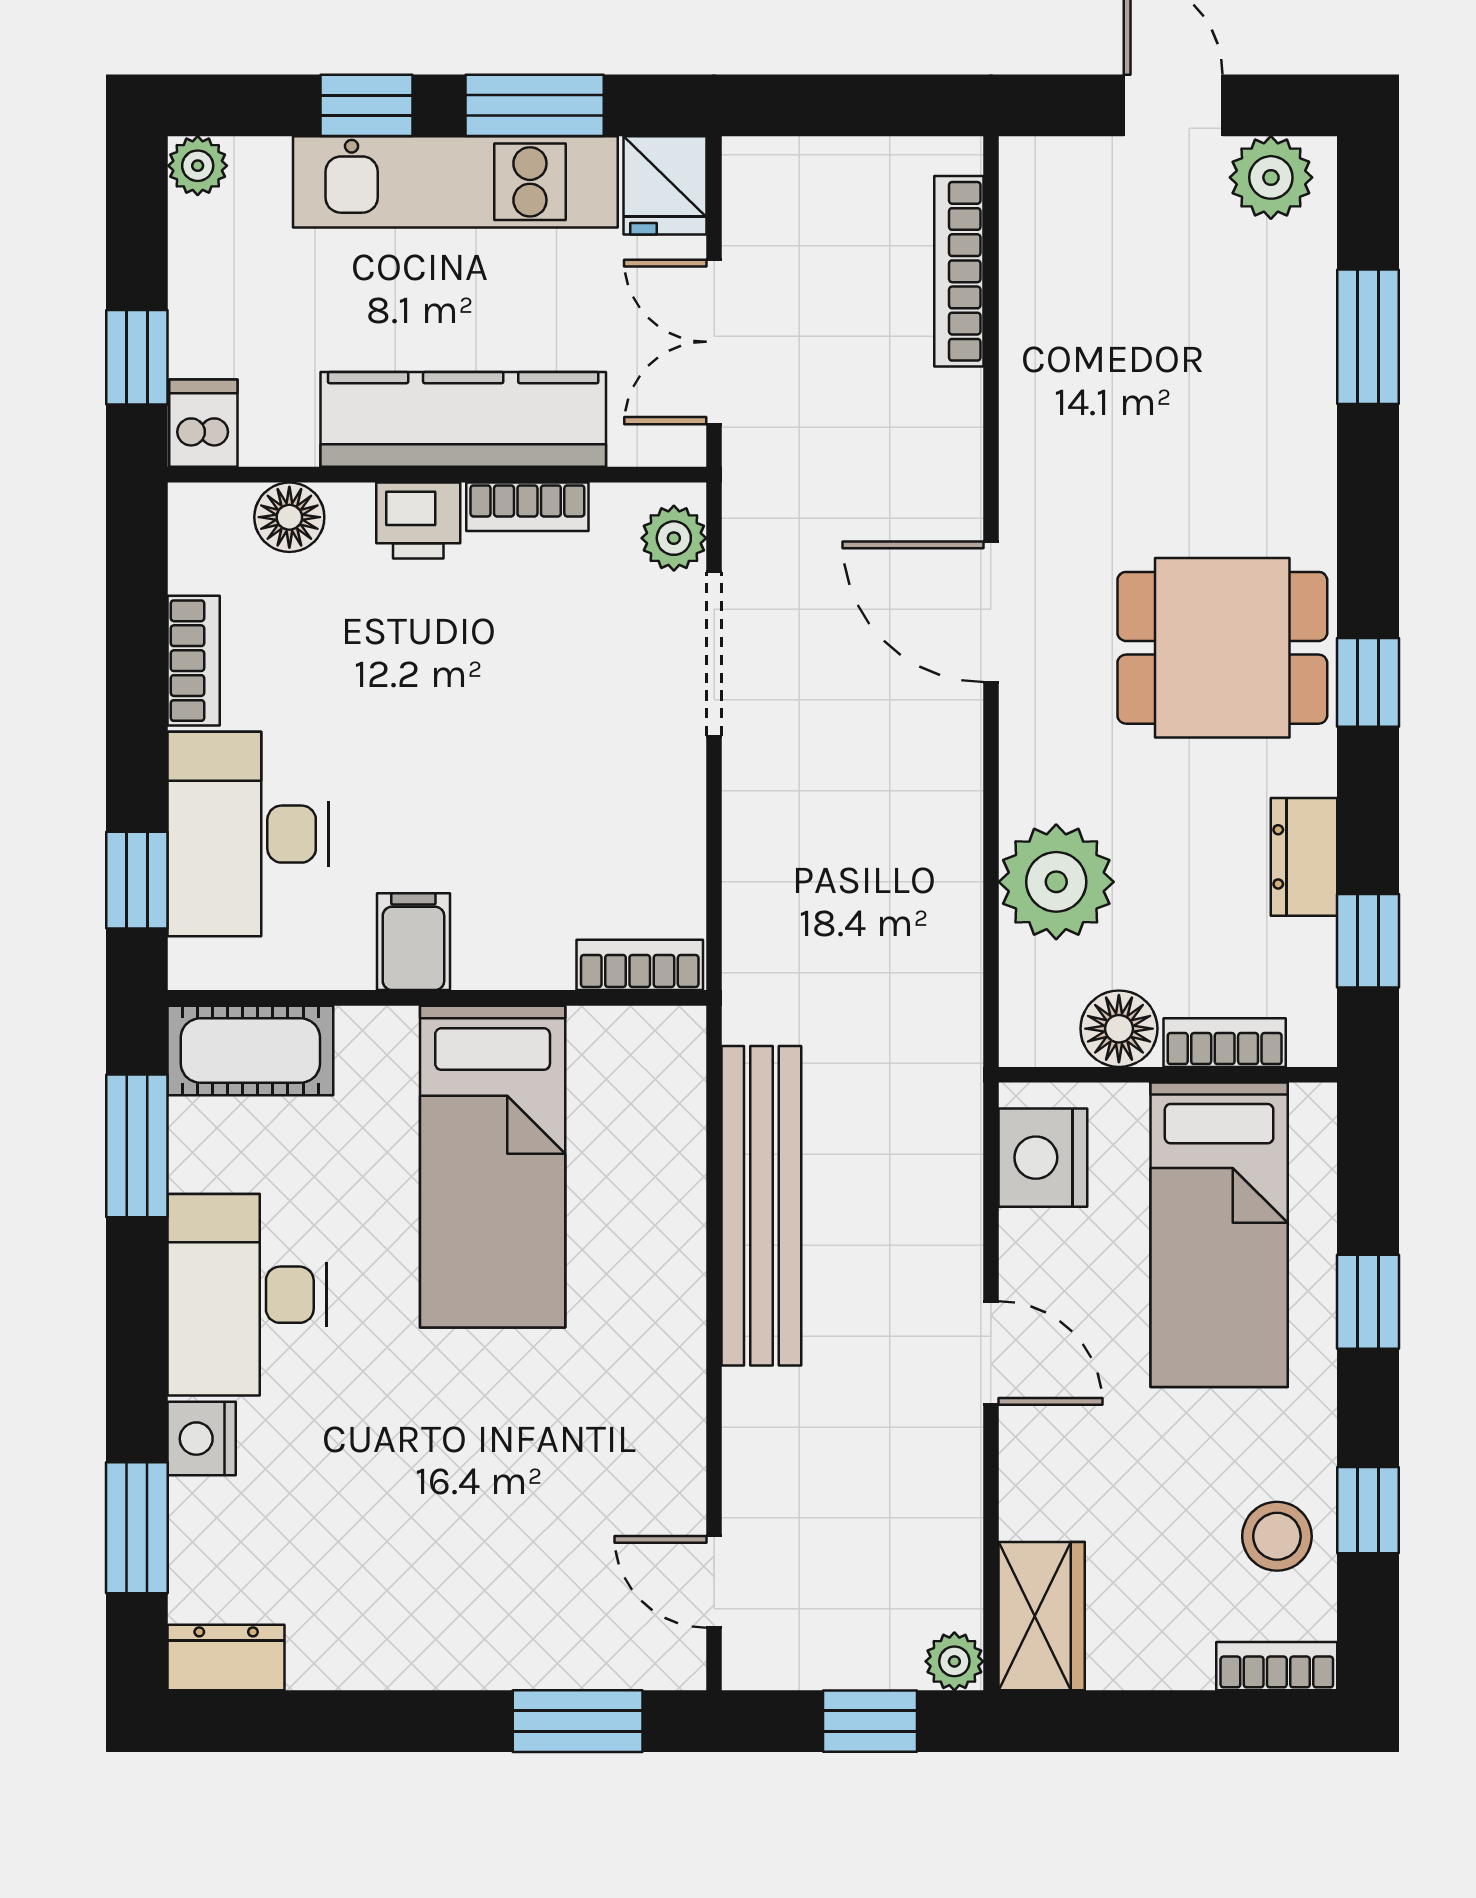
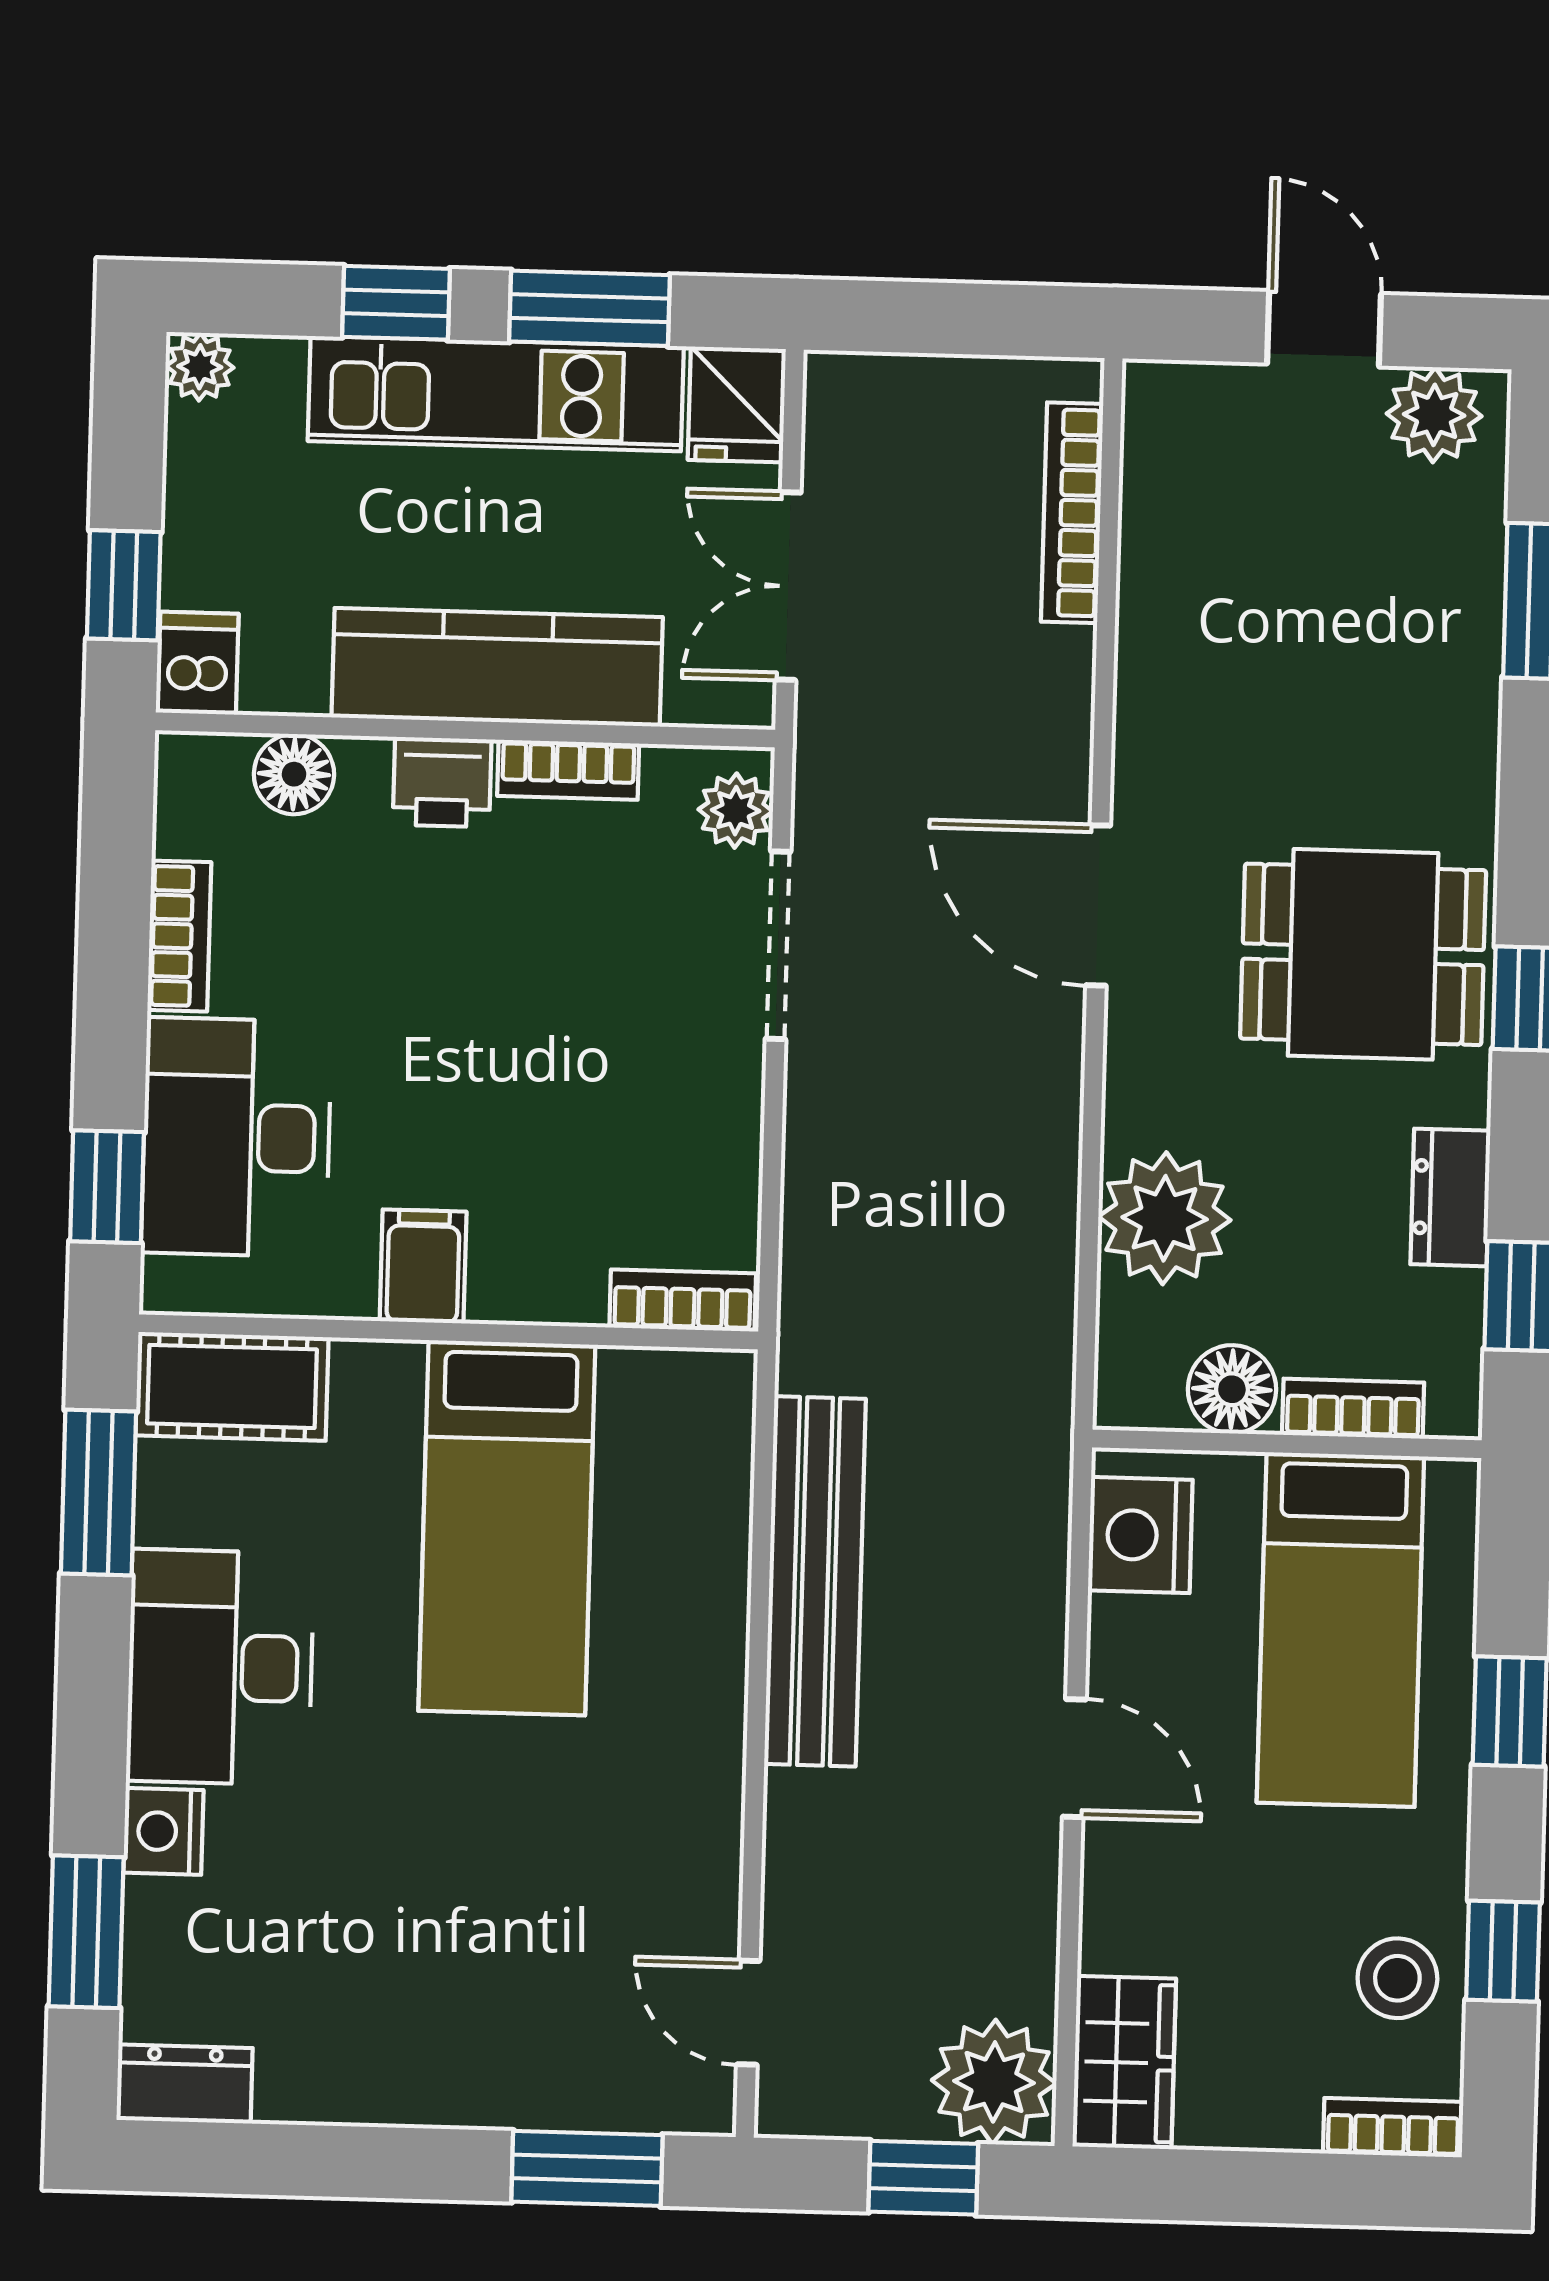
plant: (954, 1661) -> (994, 2082), width x1.88, depth x1.88

